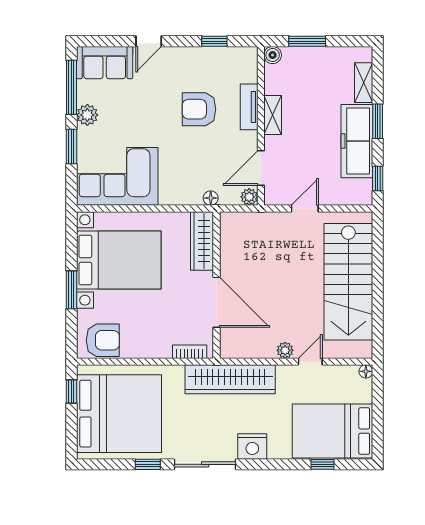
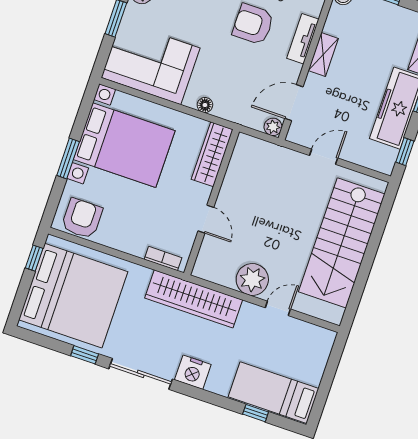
floor lamp: (211, 198) -> (205, 105), moved
door: (217, 302) -> (206, 219), width x0.53
armchair: (103, 340) -> (82, 218), turned -90
plant: (285, 350) -> (252, 279), width x1.88, depth x1.88
floor lamp: (366, 371) -> (329, 337), removed
bed: (333, 431) -> (273, 393), width x0.67

